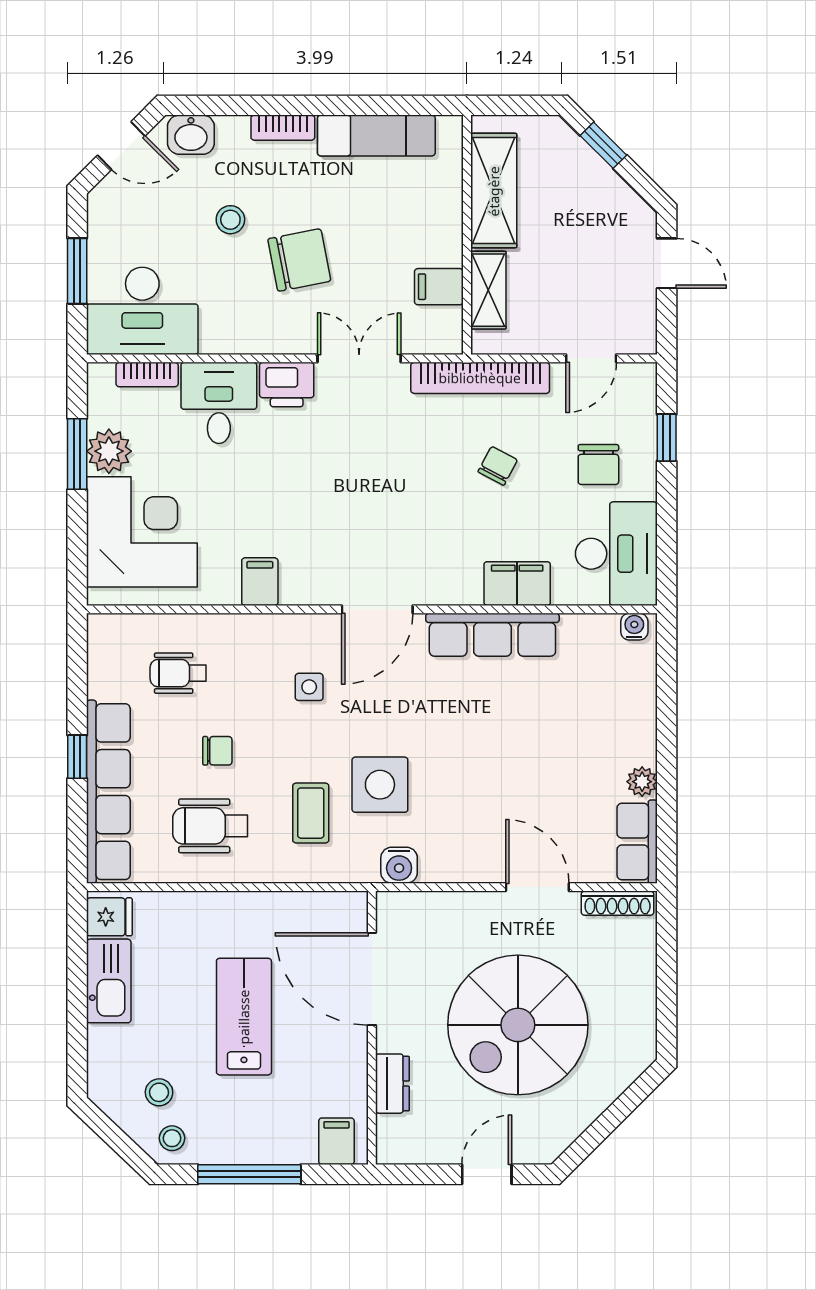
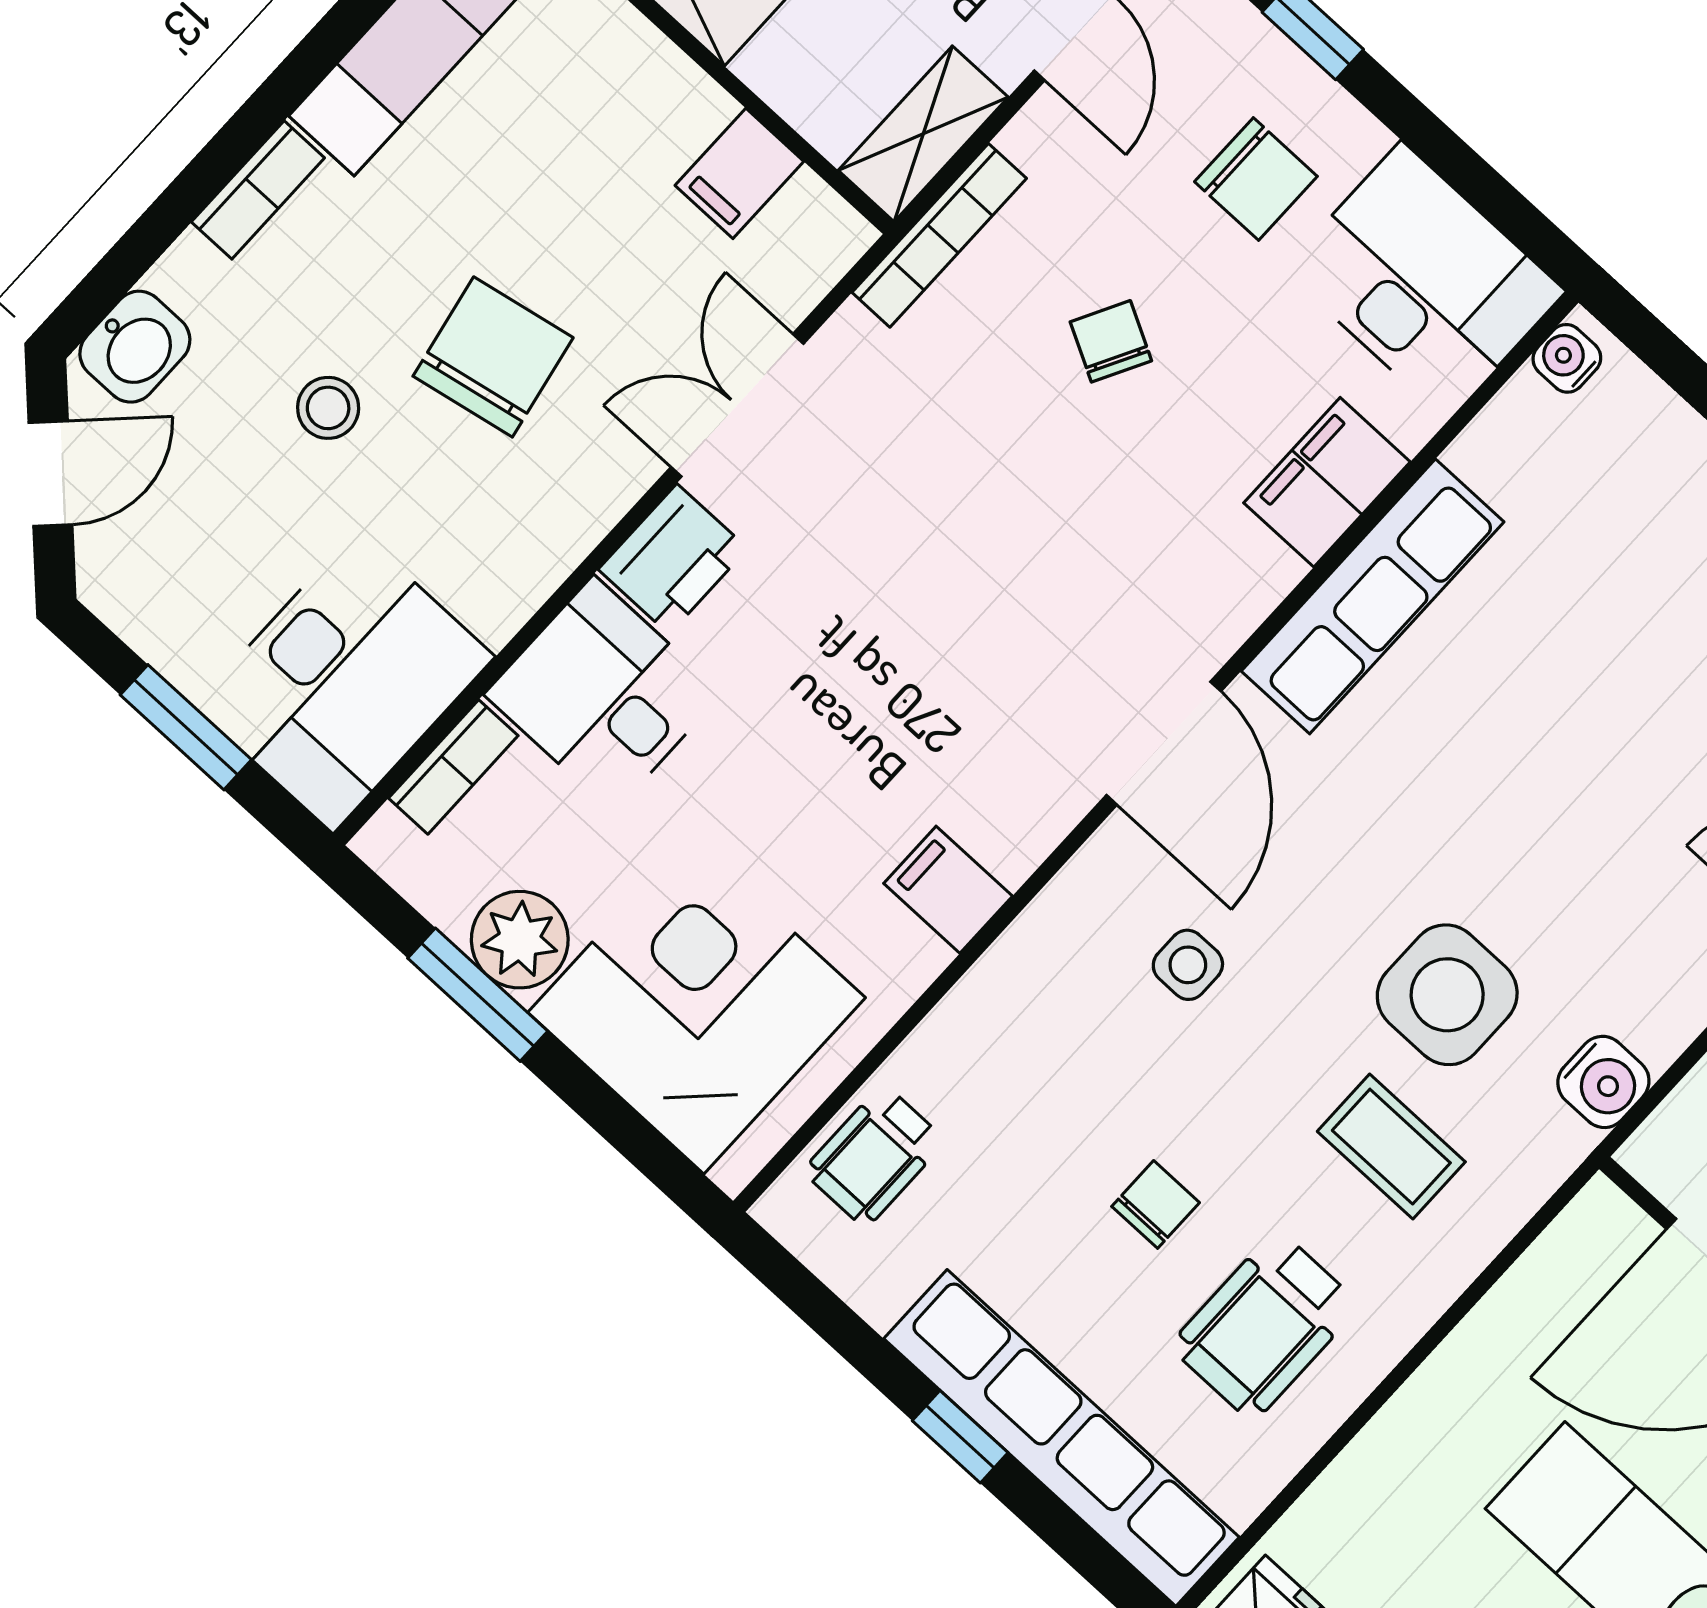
shelving: (488, 290) -> (923, 134), moved, turned 90
bookcase: (480, 378) -> (939, 235), width x0.68, depth x0.76
wheelchair: (178, 673) -> (874, 1156), moved

